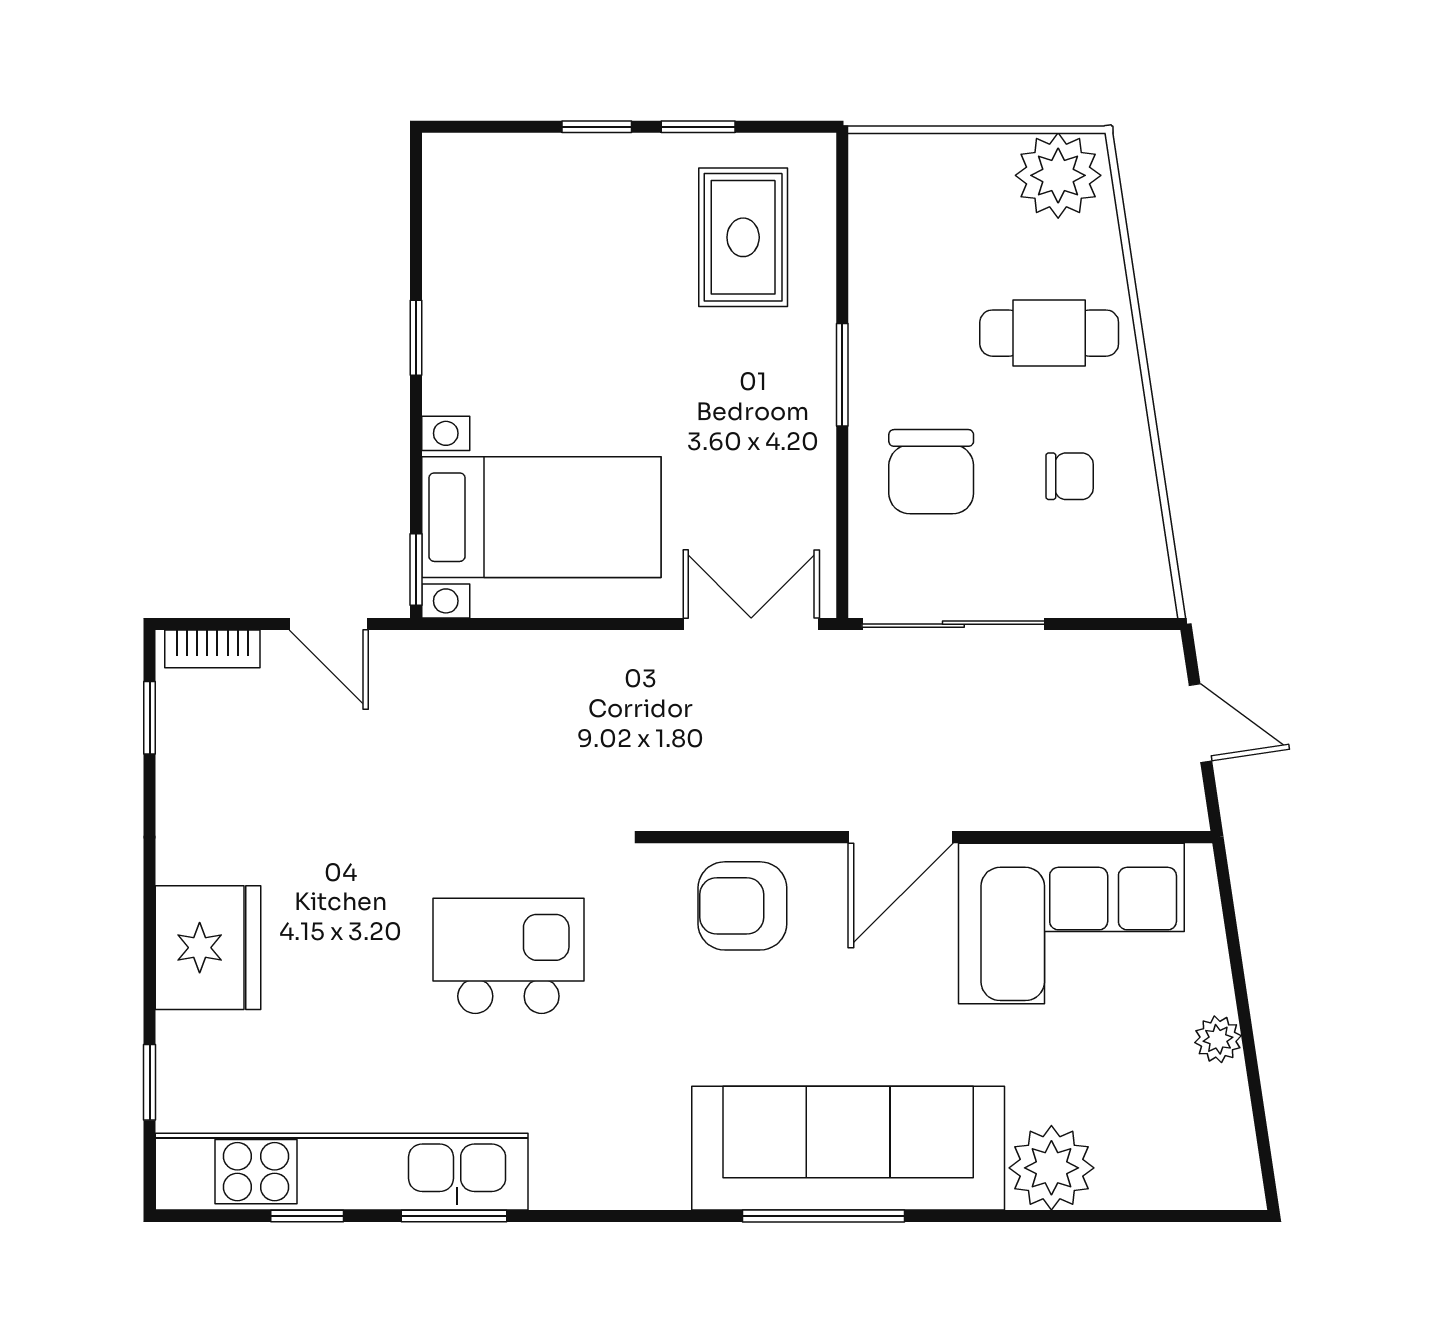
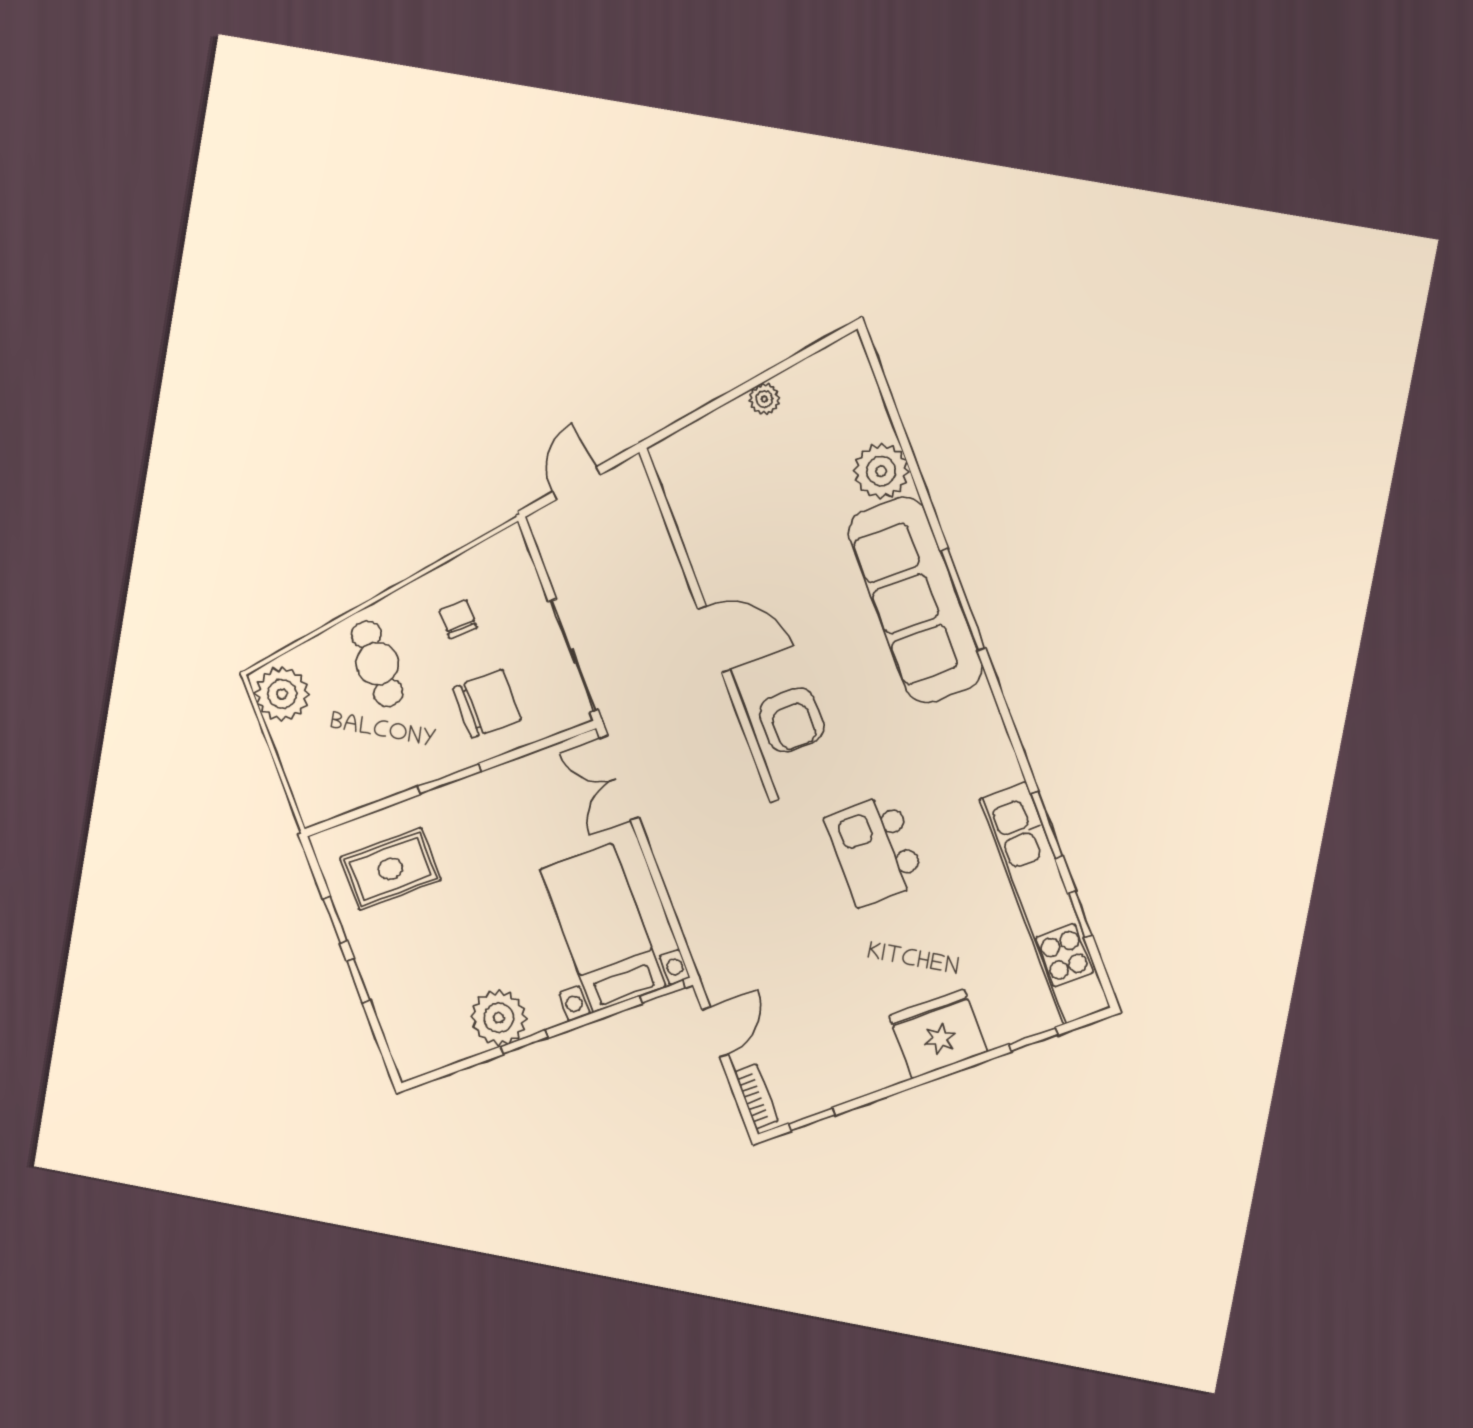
plant: (466, 314) -> (499, 1018), added
corner sofa: (1071, 924) -> (727, 516), removed

